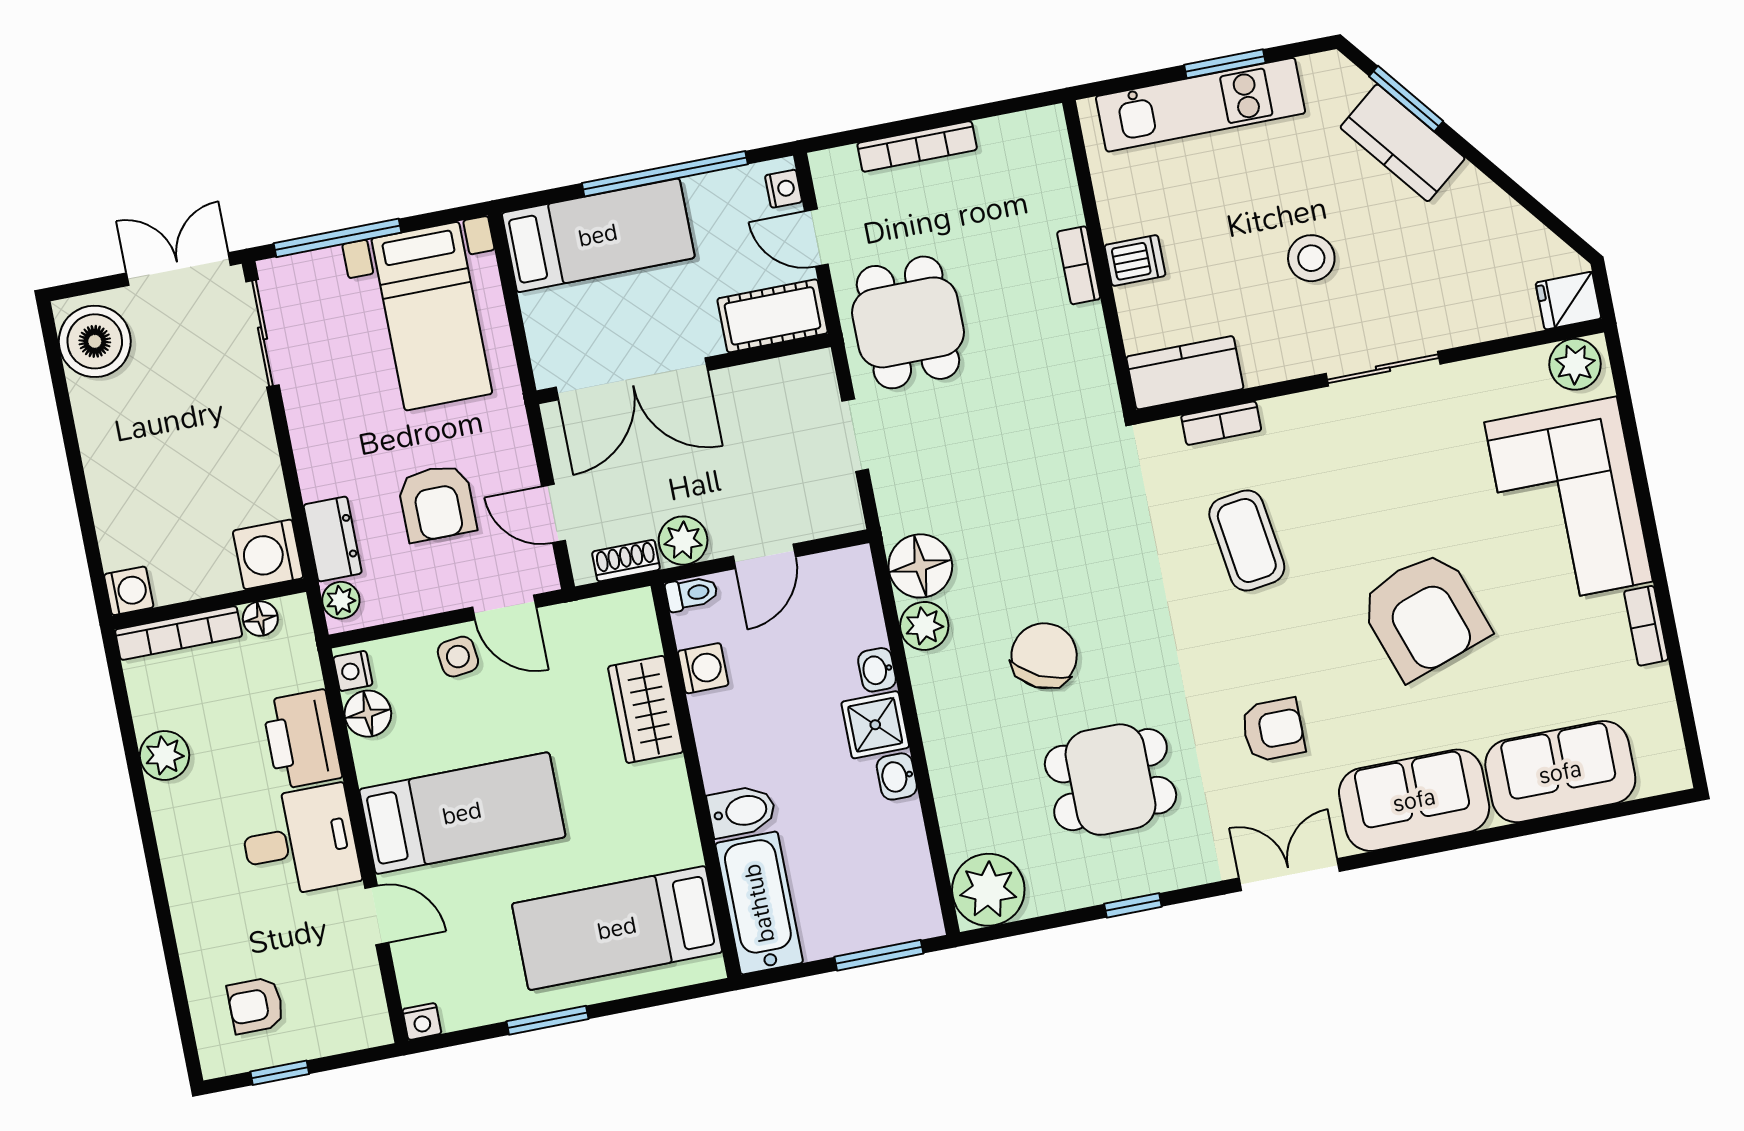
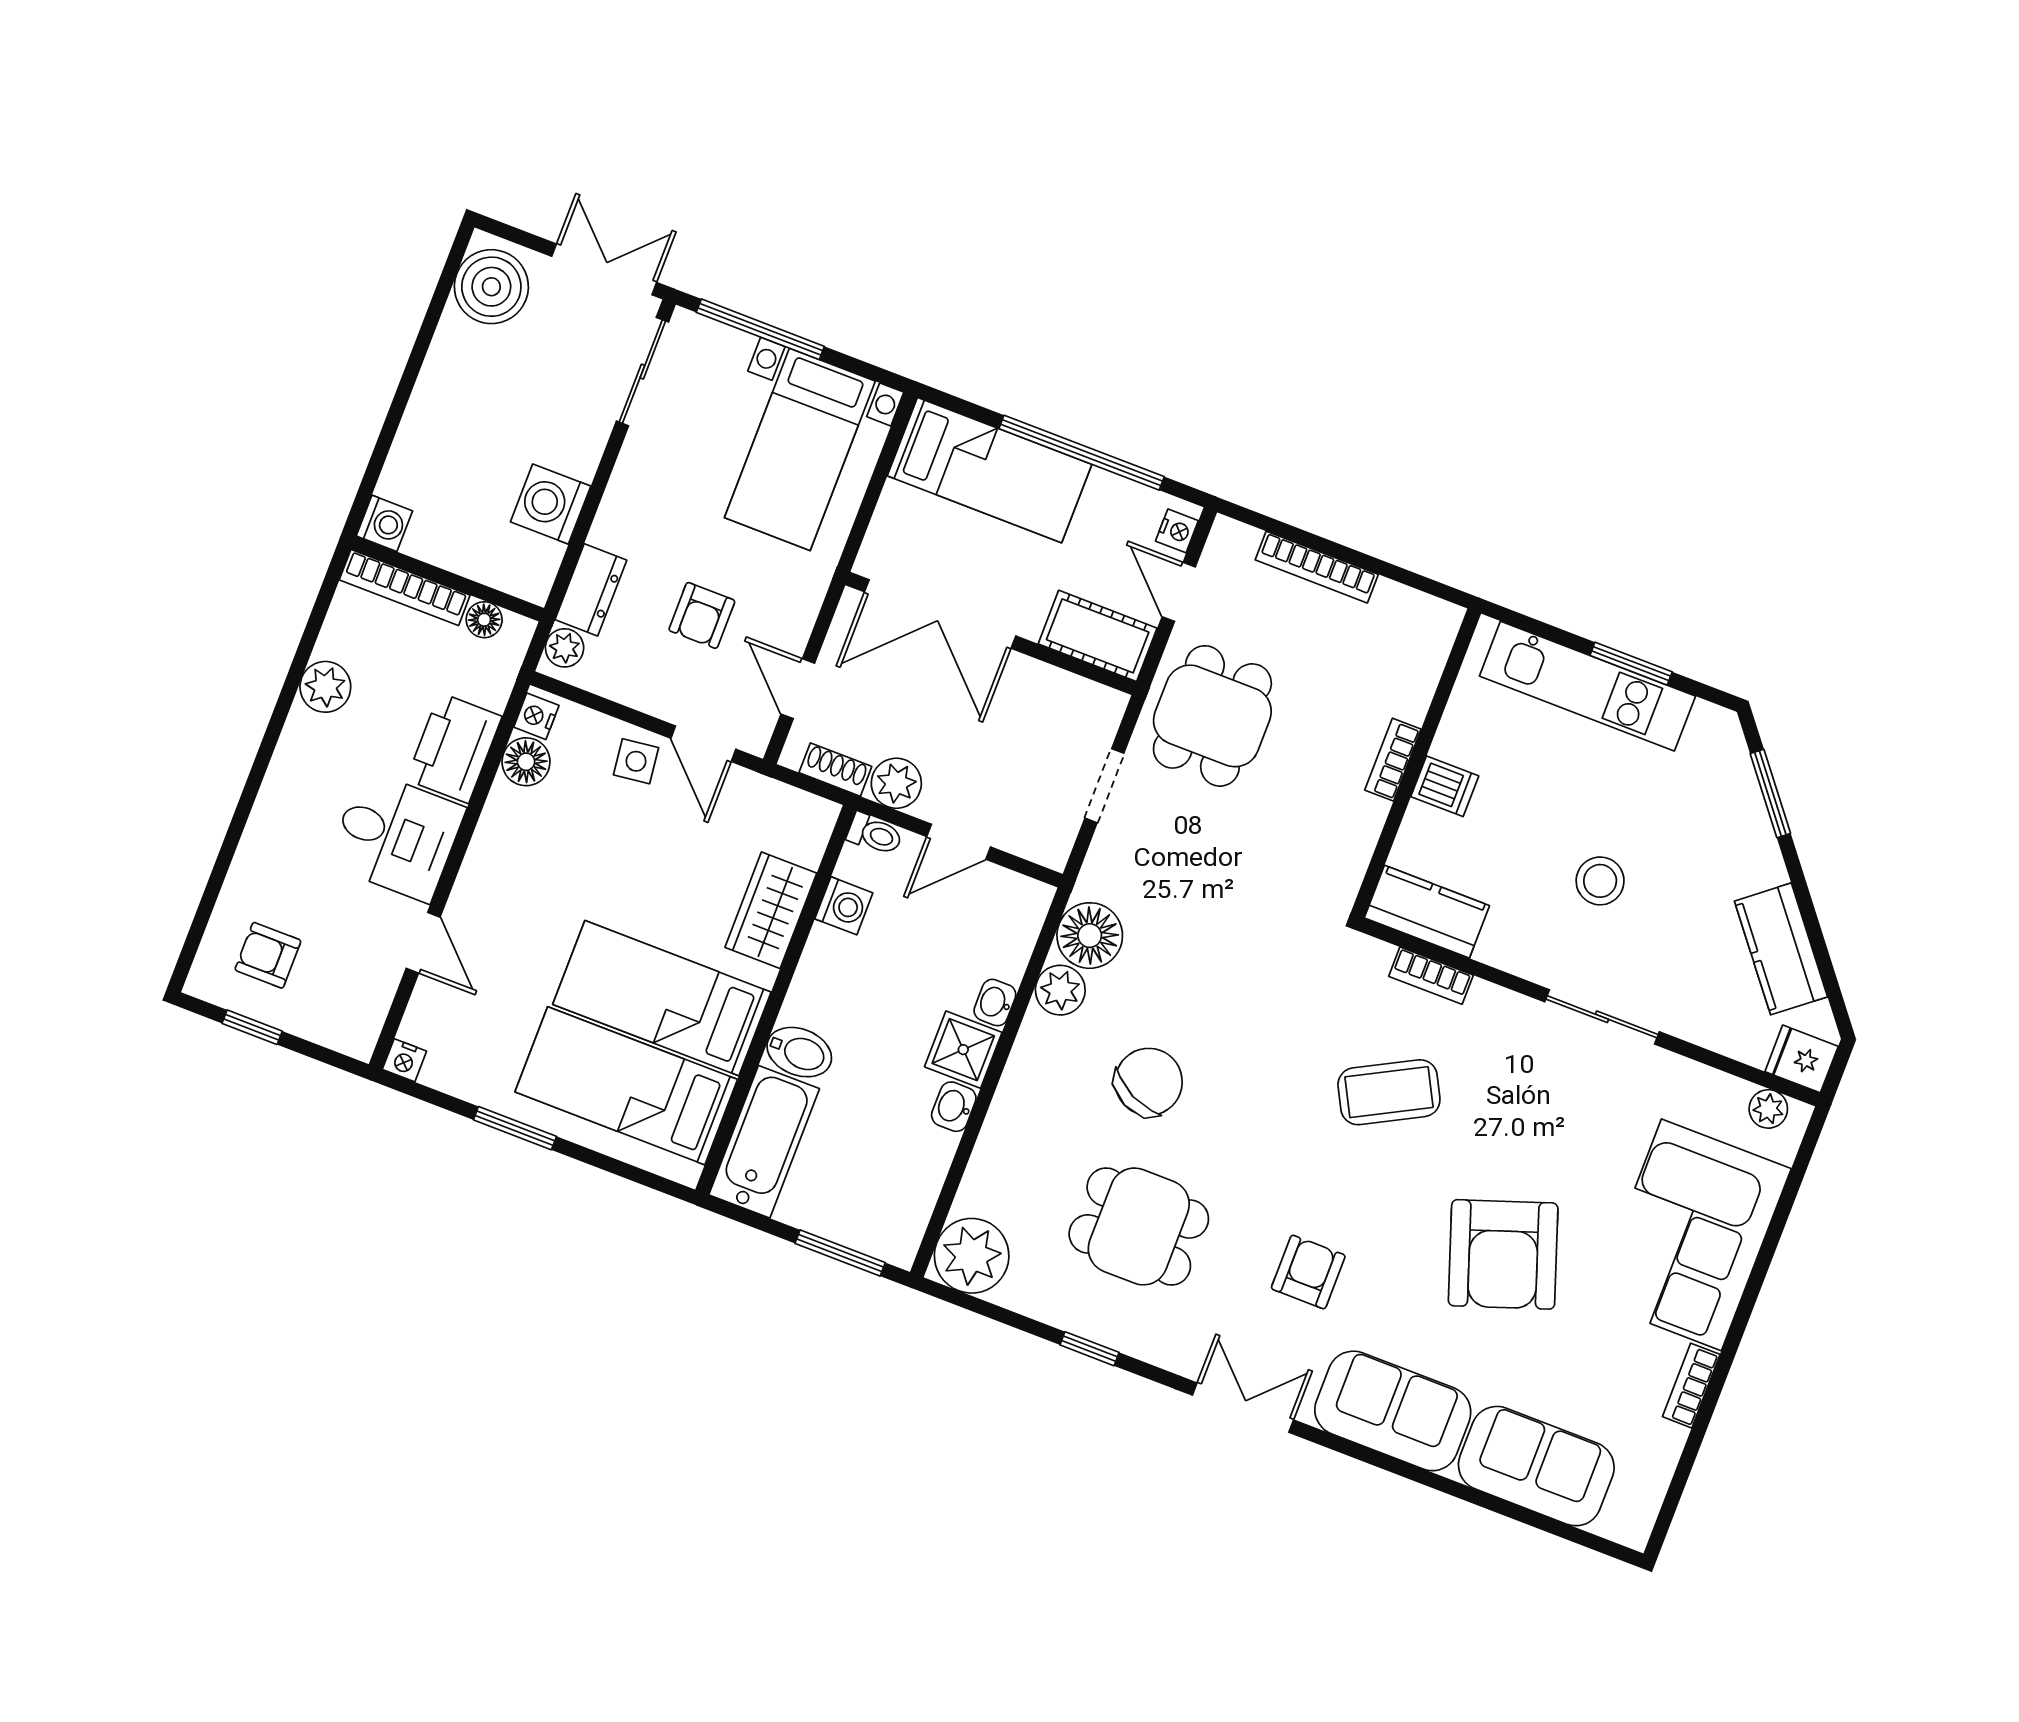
kitchen counter: (1403, 143) -> (1781, 949), moved
plant: (1575, 364) -> (1768, 1109), width x0.73, depth x0.73
armchair: (437, 503) -> (702, 615), width x0.72, depth x0.72
coffee table: (1247, 540) -> (1389, 1092), turned 70
washing machine: (268, 554) -> (551, 504), moved
armchair: (1273, 730) -> (1308, 1272), turned -90
bed: (462, 813) -> (662, 998), moved, turned 180

